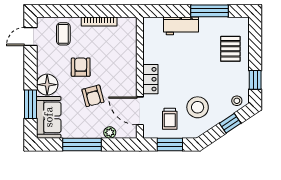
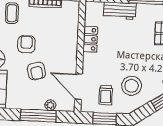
locker: (150, 79) -> (90, 39), moved
window: (82, 144) -> (38, 116), moved

